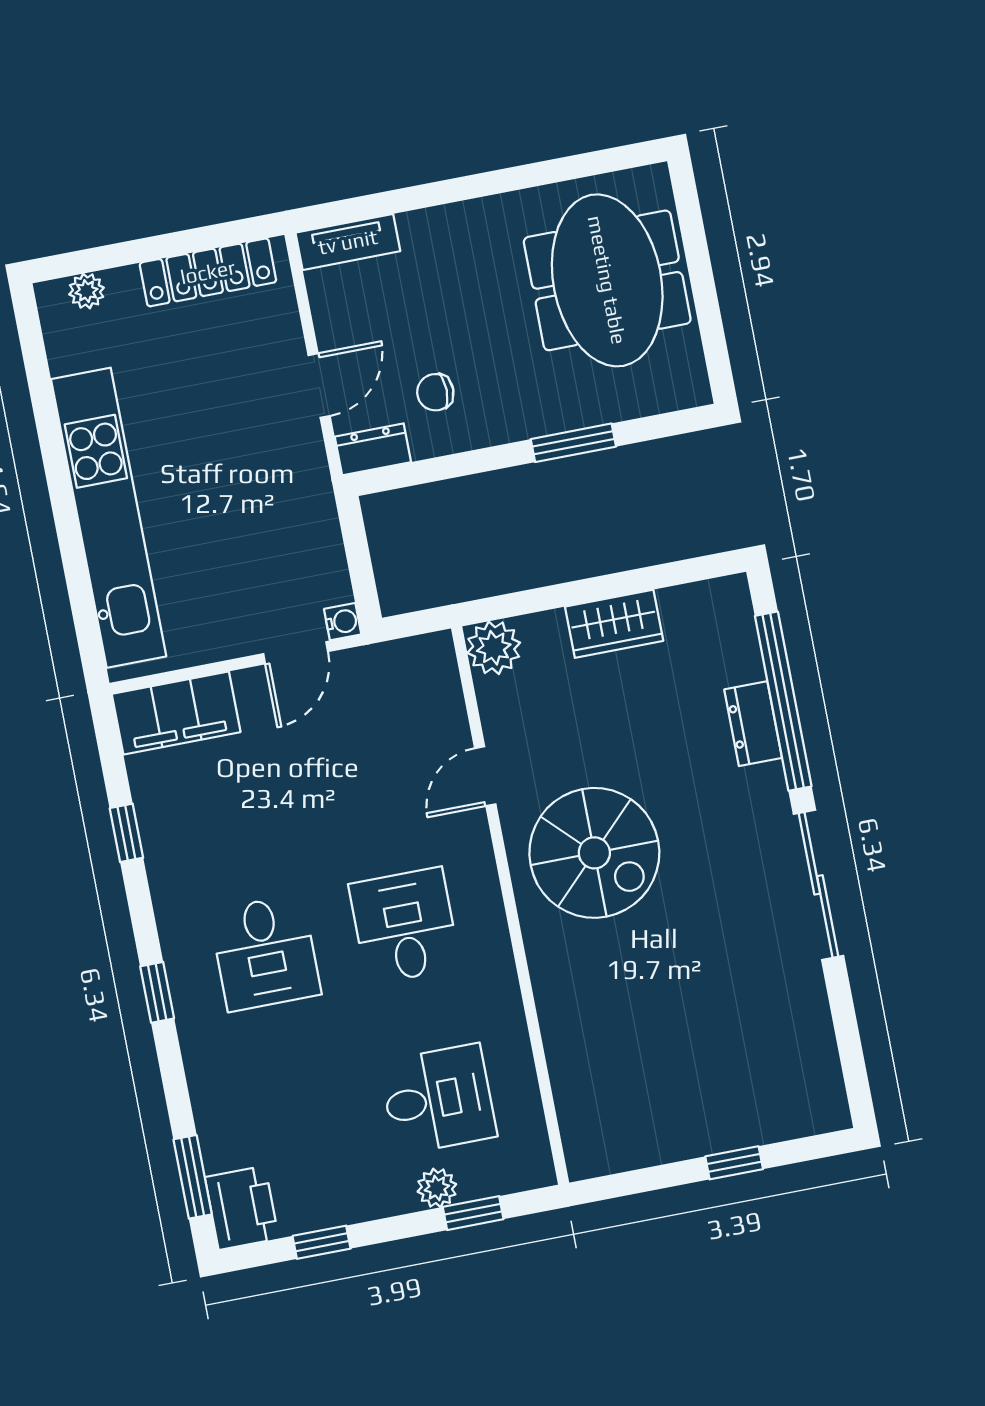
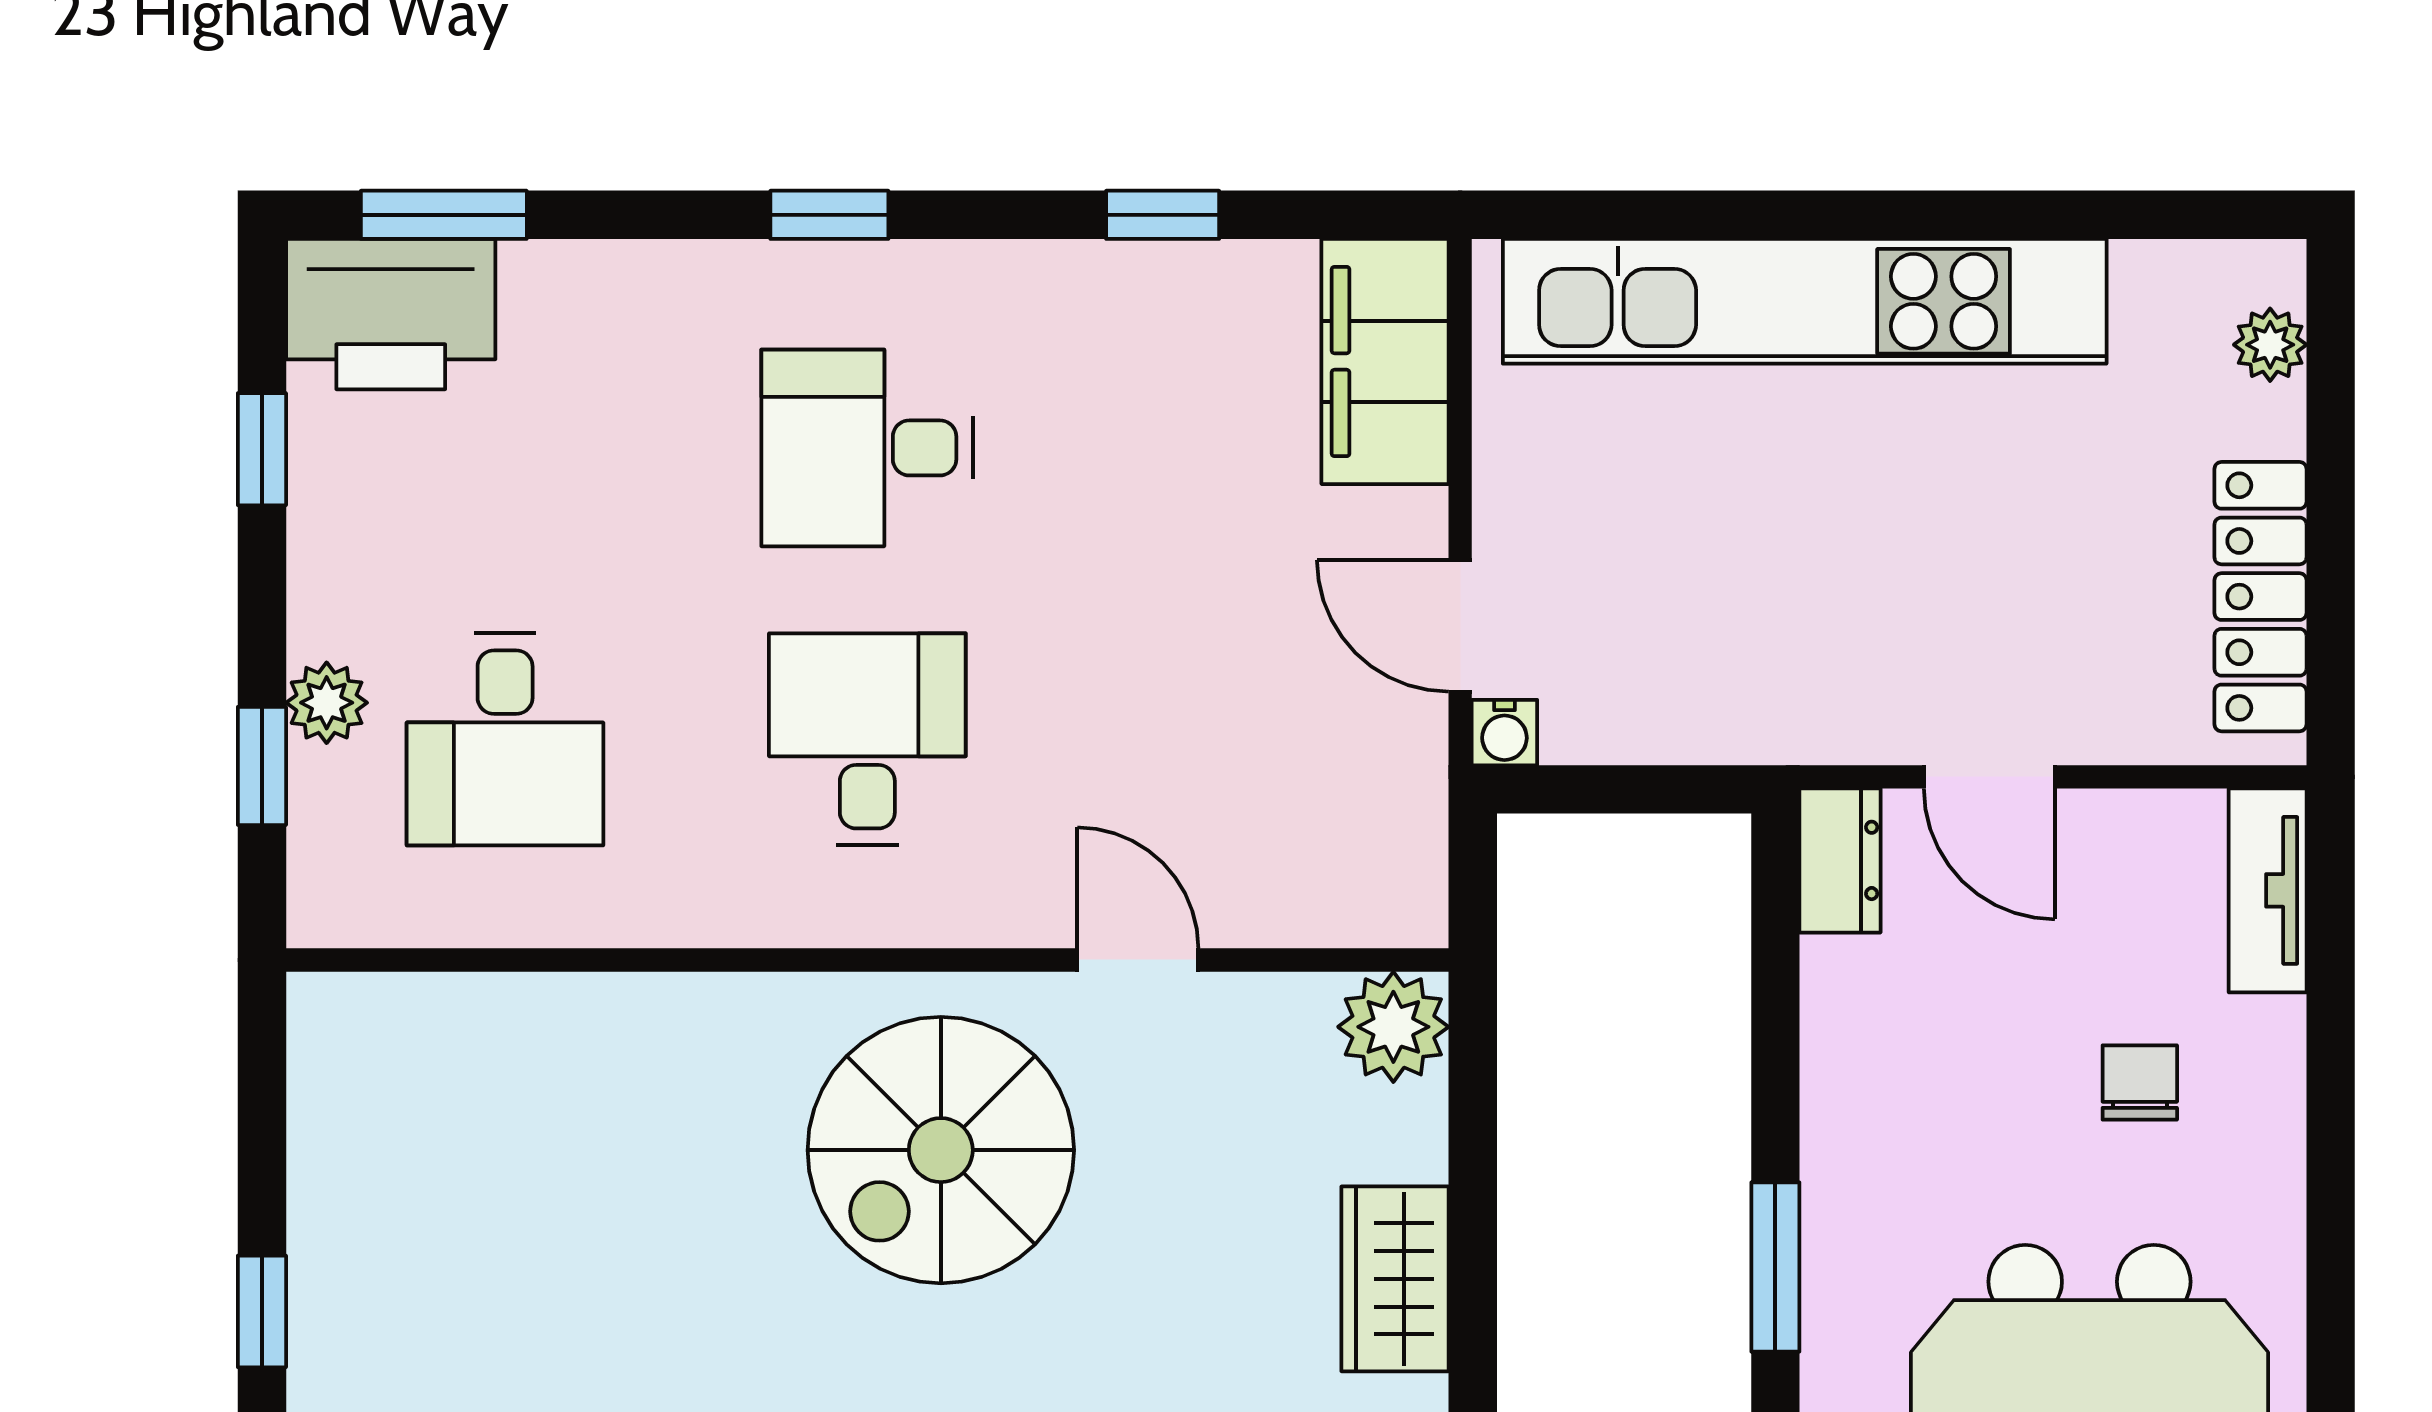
chair: (435, 392) -> (2140, 1082), moved
desk: (405, 926) -> (867, 739), turned -90
printer: (242, 1208) -> (391, 314), width x1.37, depth x1.19

